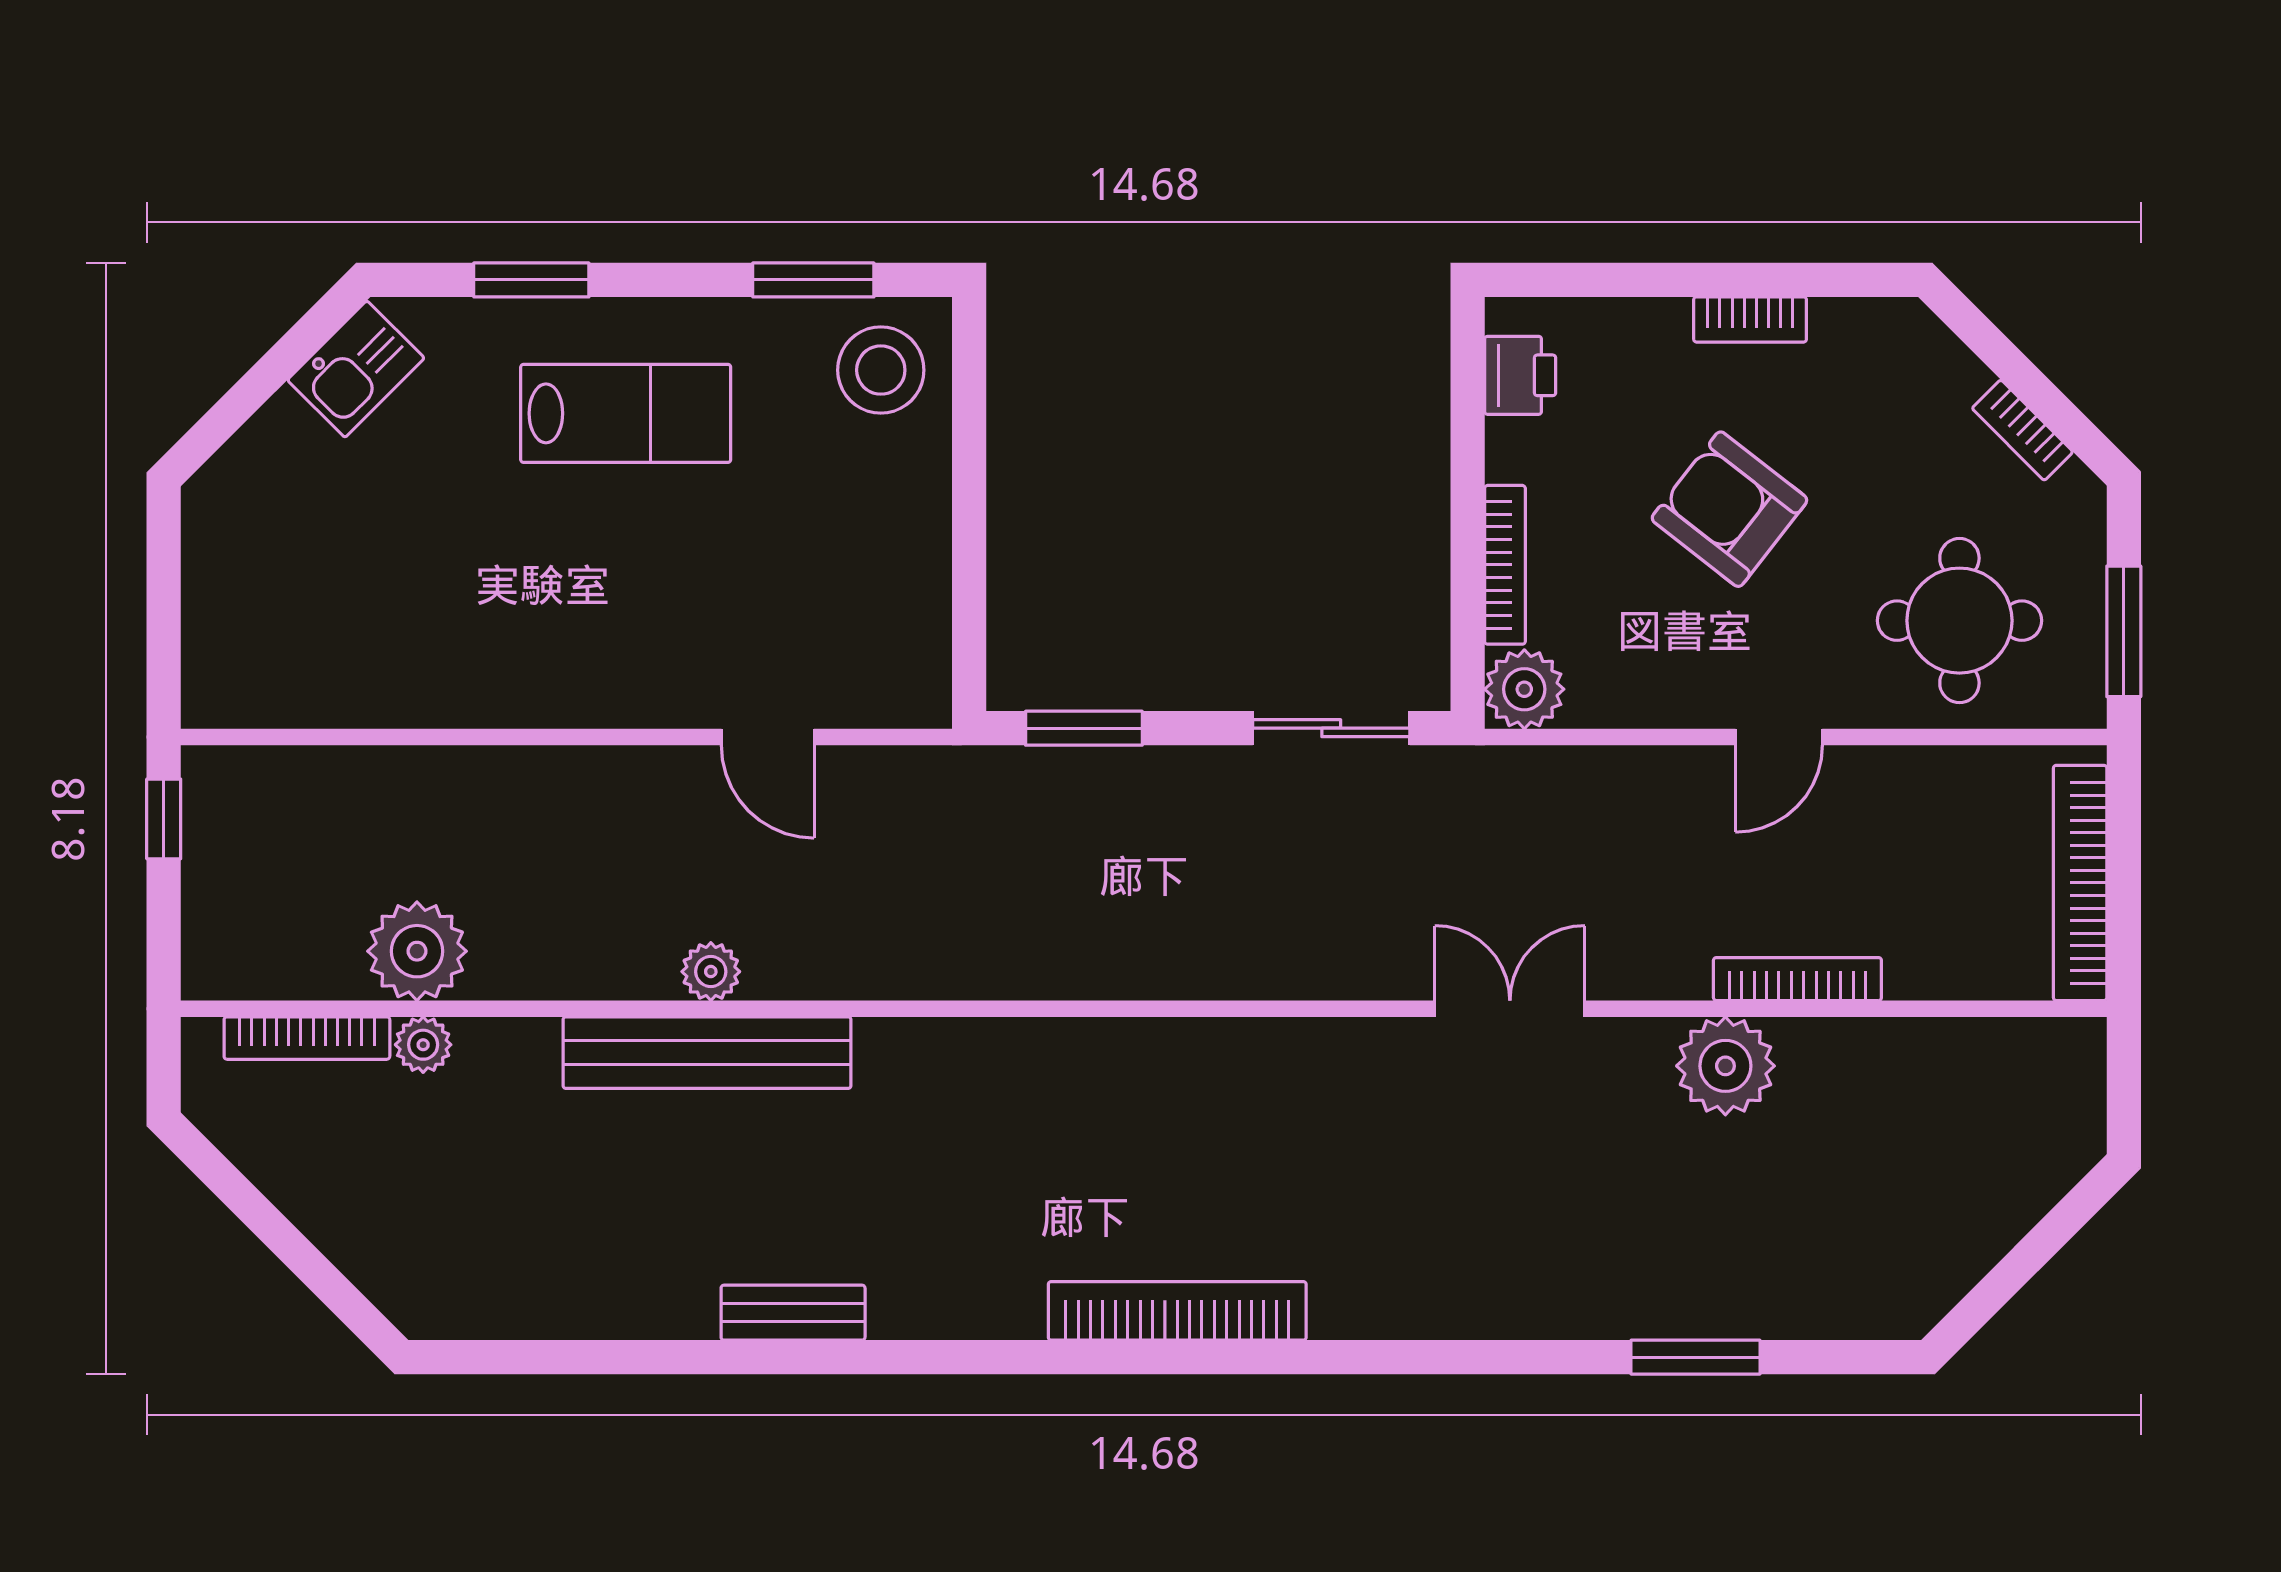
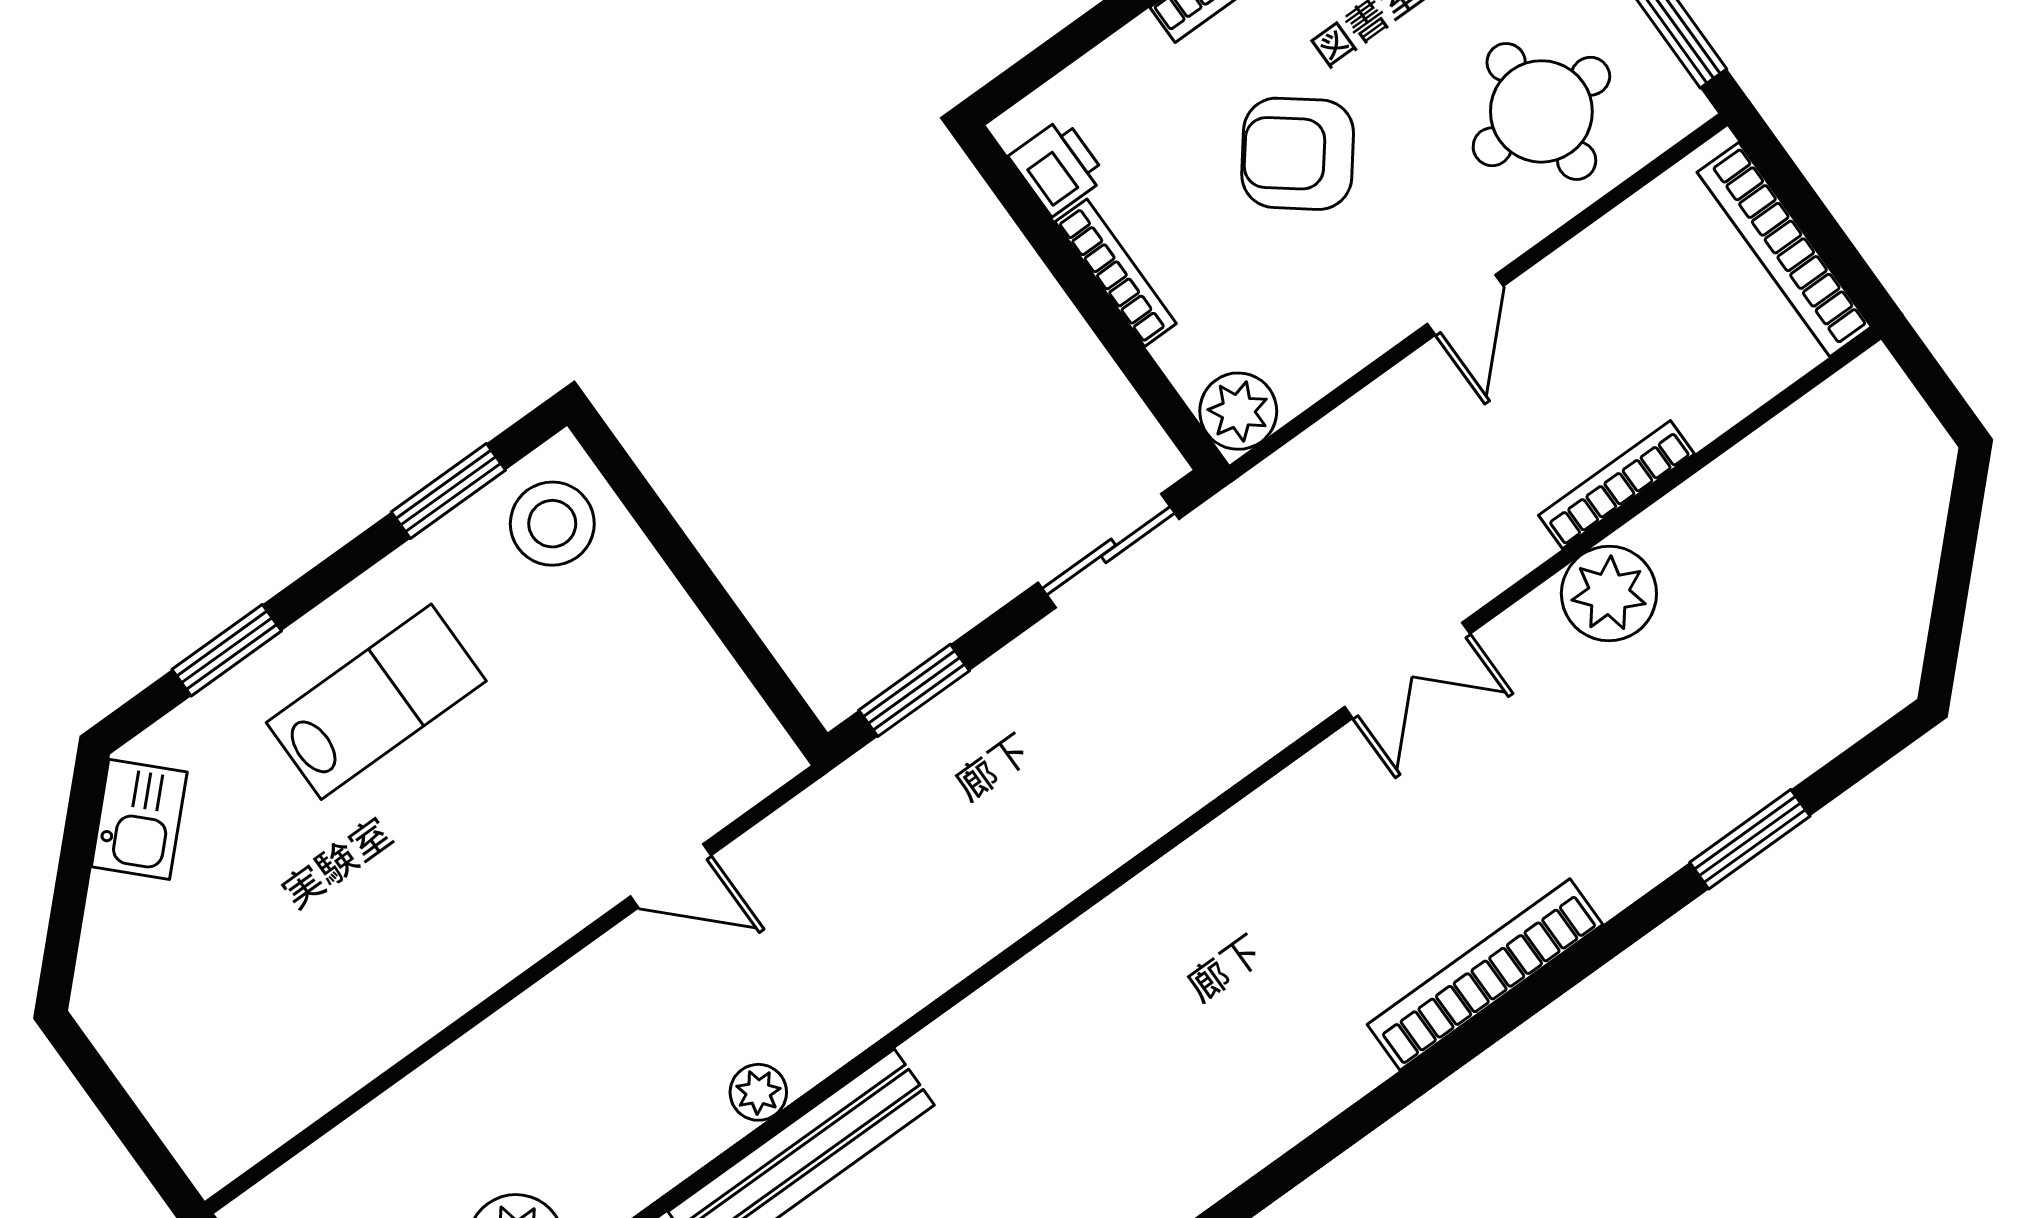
bookcase: (1505, 565) -> (1116, 273), moved
double door: (1510, 1009) -> (1407, 670), swing flipped
bookcase: (1177, 1311) -> (1485, 974), moved

